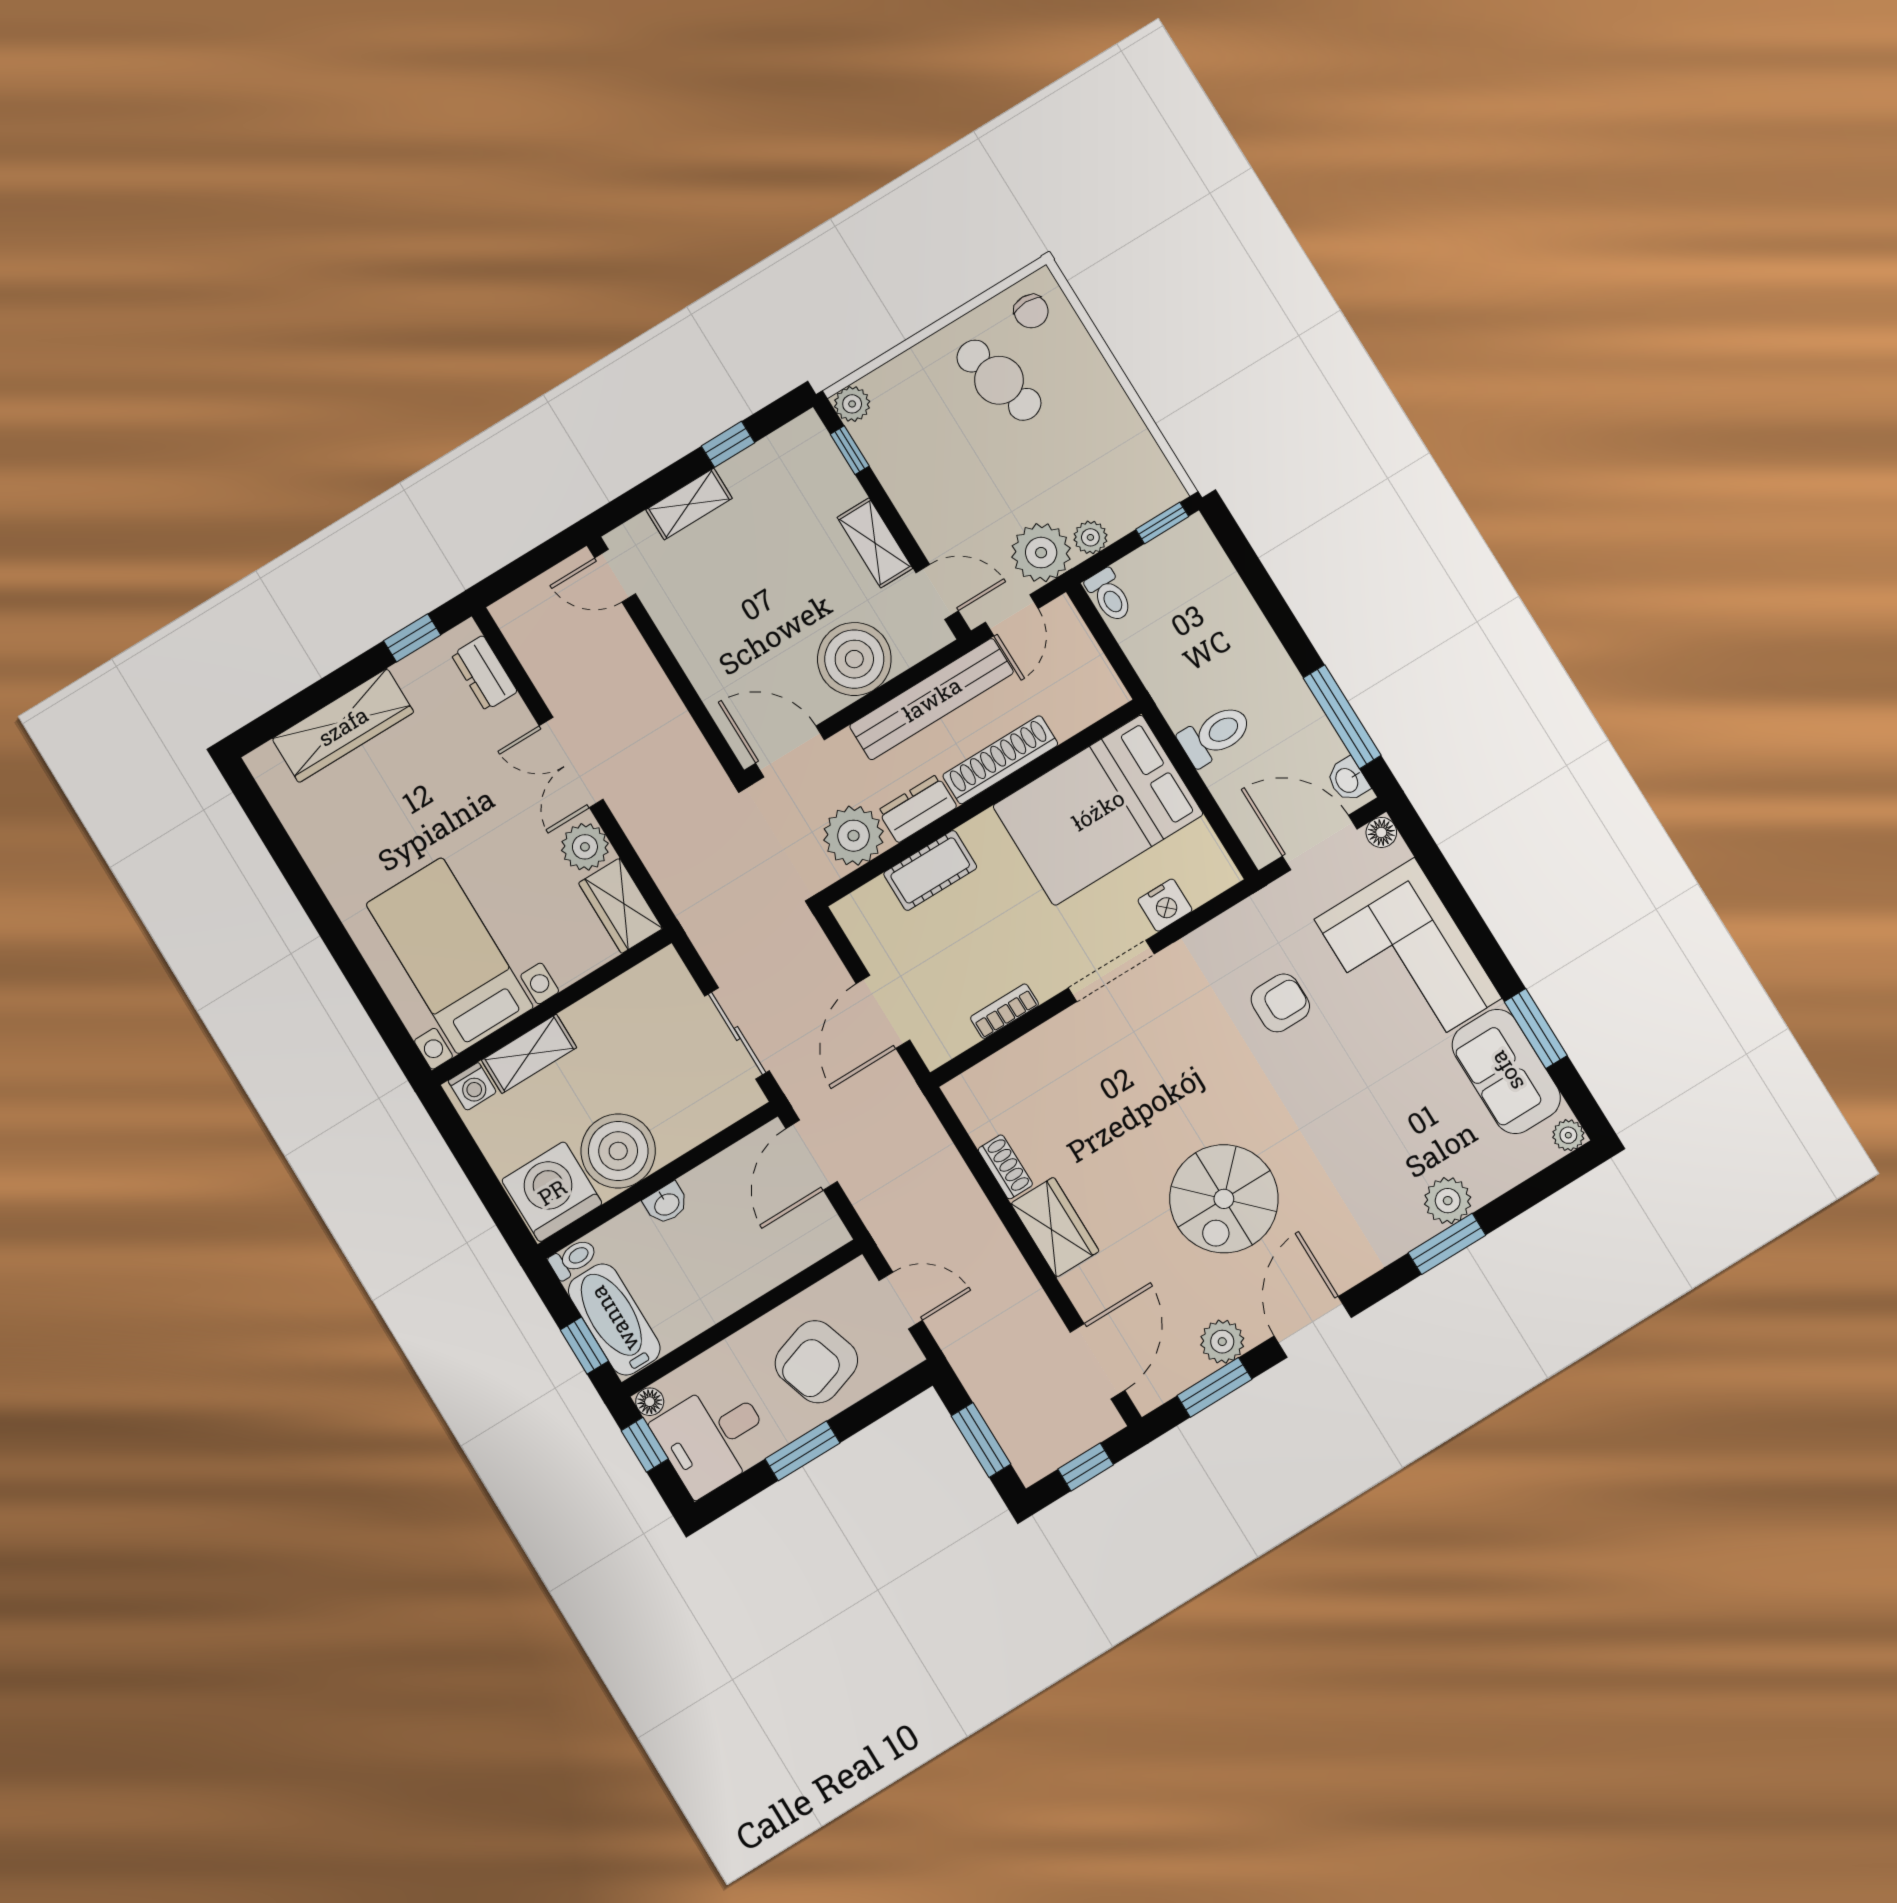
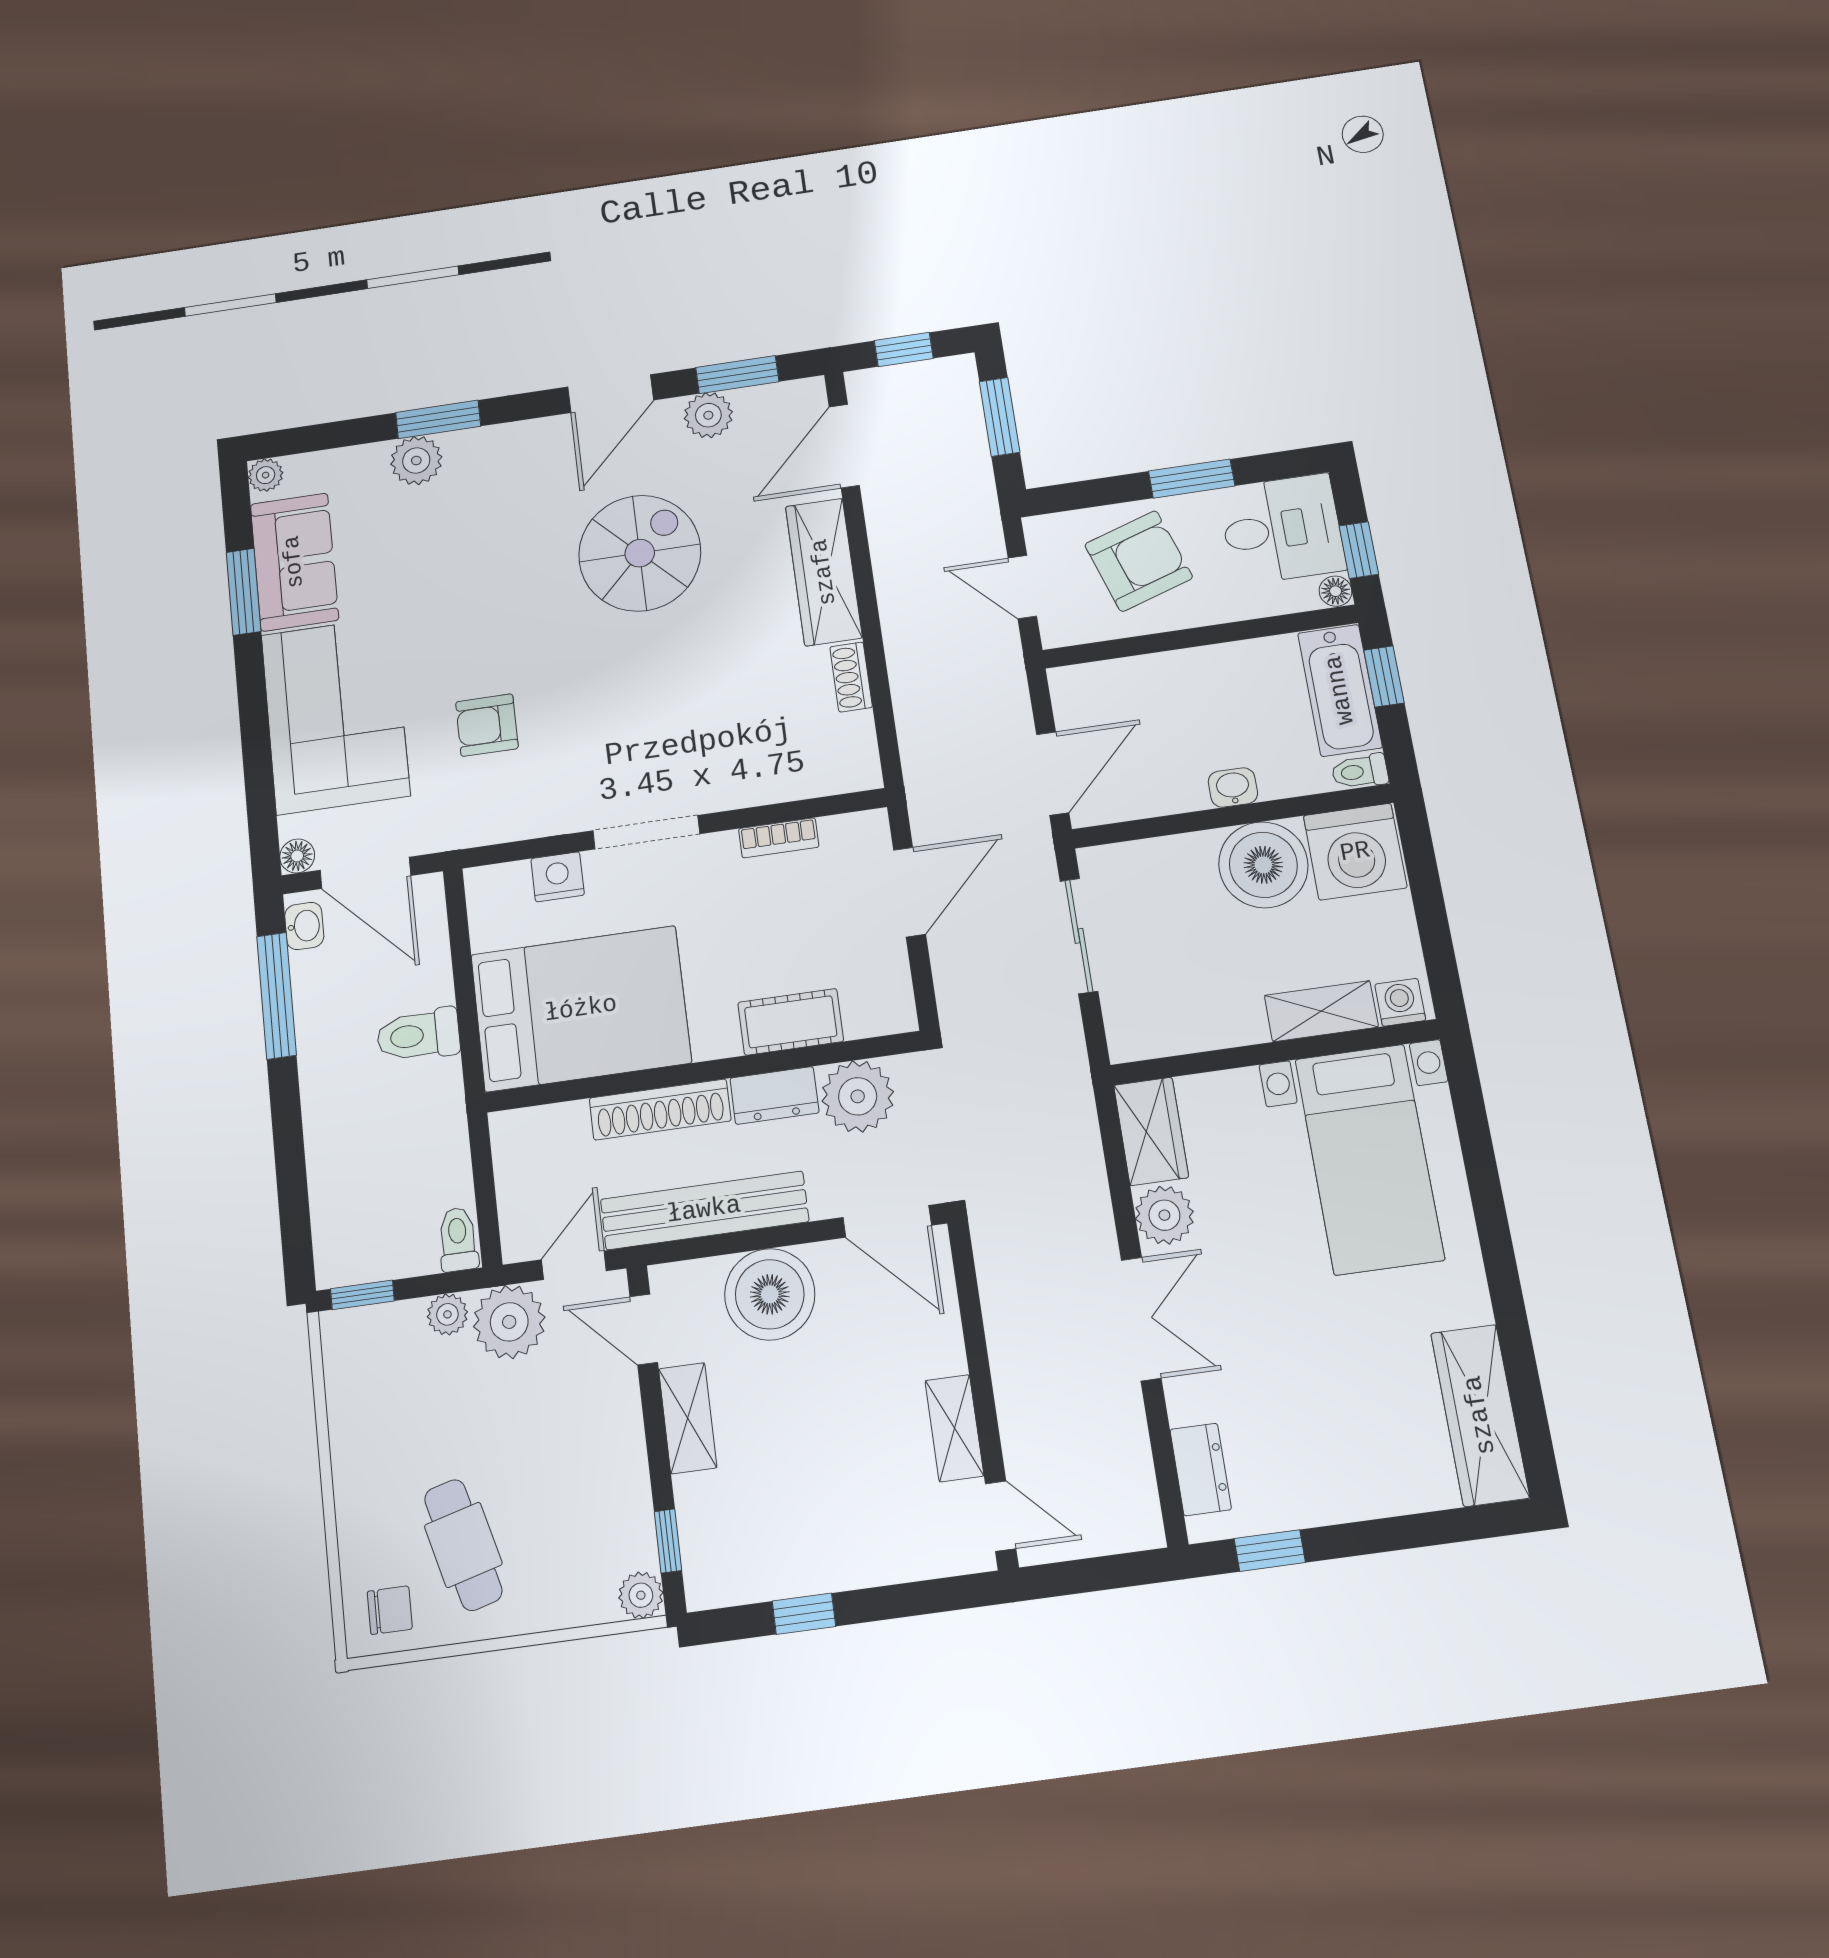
chair: (1031, 311) -> (390, 1610), turned 90
shelving: (689, 504) -> (954, 1428), moved, turned 90
wardrobe: (343, 726) -> (1480, 1415), moved, turned -90
wardrobe: (1055, 1227) -> (824, 572), width x1.50

